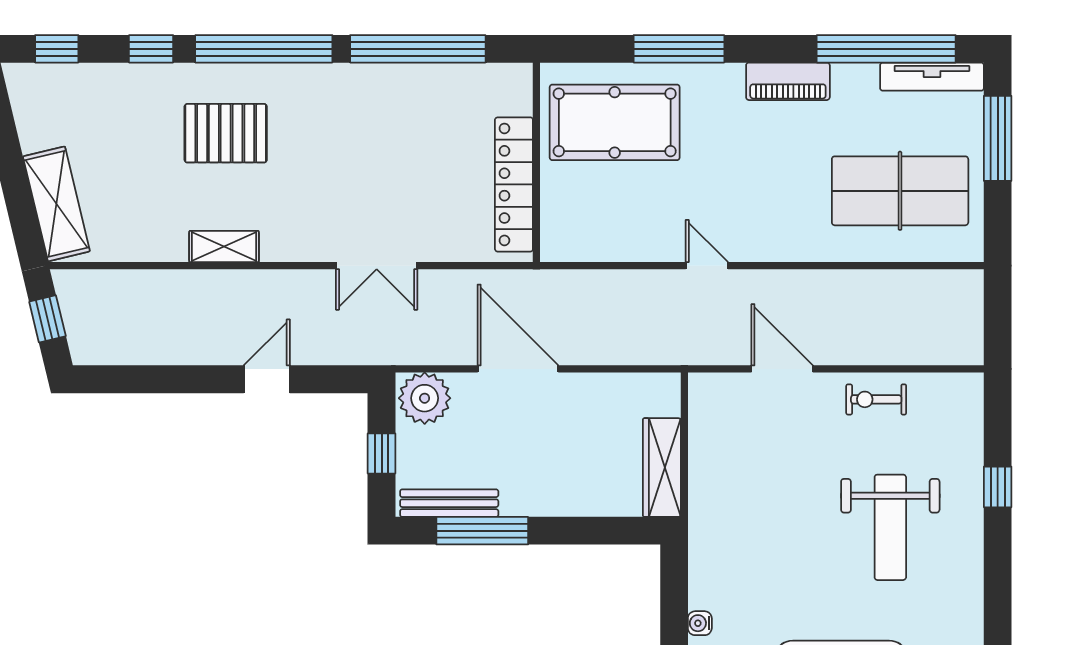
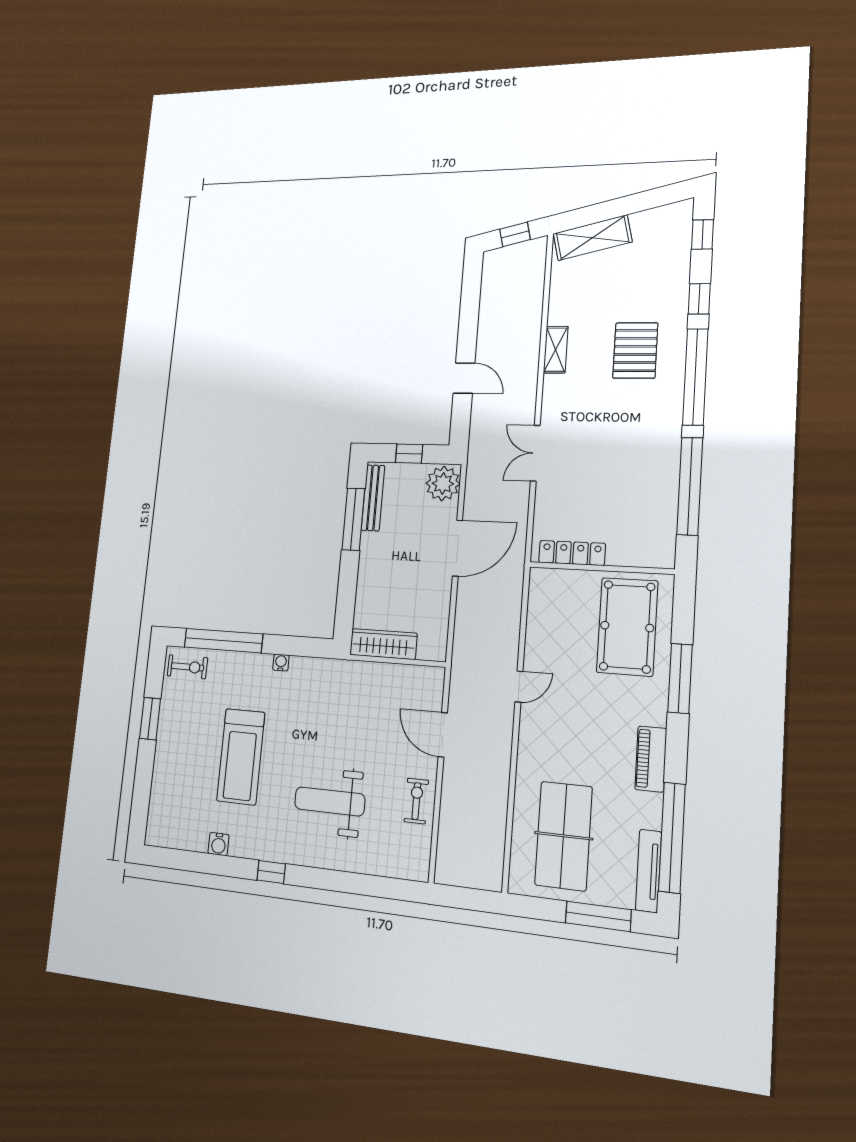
locker: (514, 184) -> (572, 553), width x0.71, depth x0.83
door: (782, 369) -> (443, 735), swing flipped
window: (998, 487) -> (271, 872), moved

